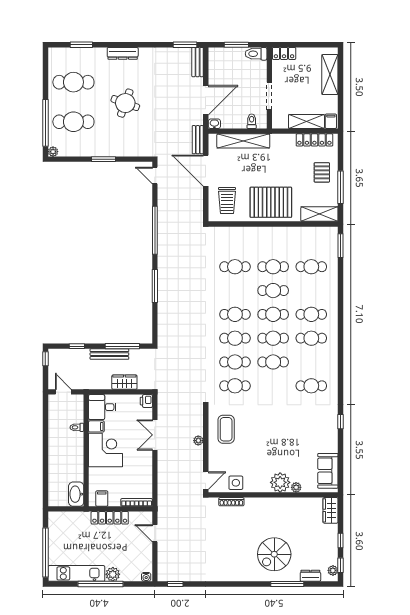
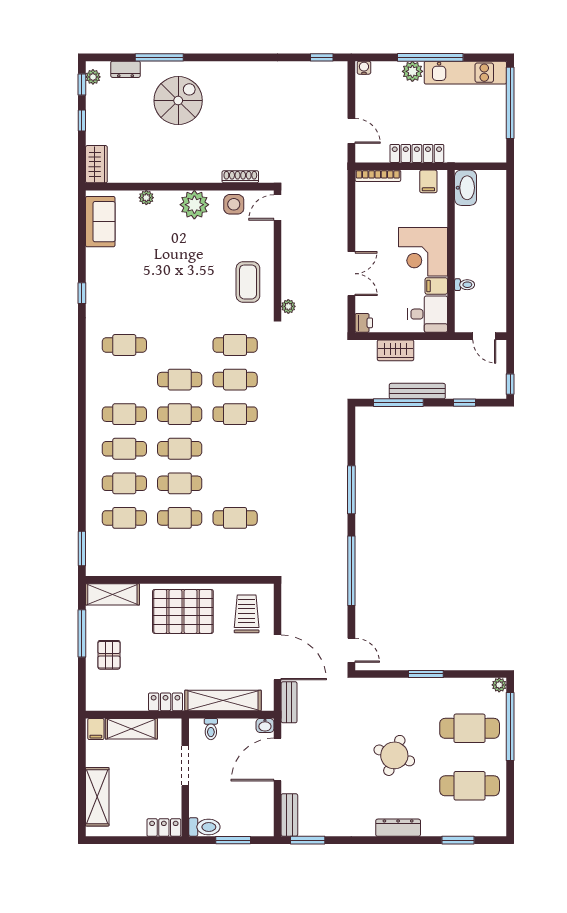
locker: (314, 140) -> (166, 702), moved, width x0.66
cafe table: (235, 314) -> (124, 483), moved
plant: (198, 441) -> (288, 306), moved
plant: (280, 482) -> (194, 205), moved

